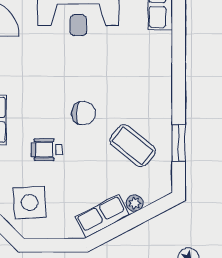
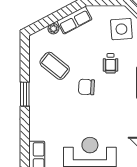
window: (179, 143) -> (25, 94), moved
wheelchair: (47, 150) -> (111, 63), turned 90

